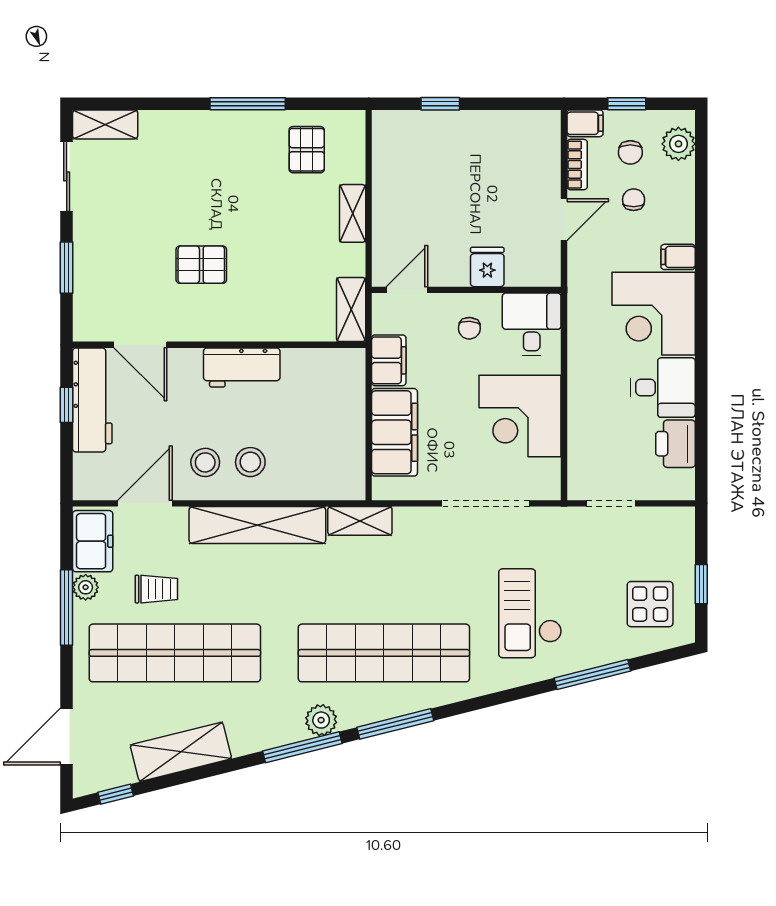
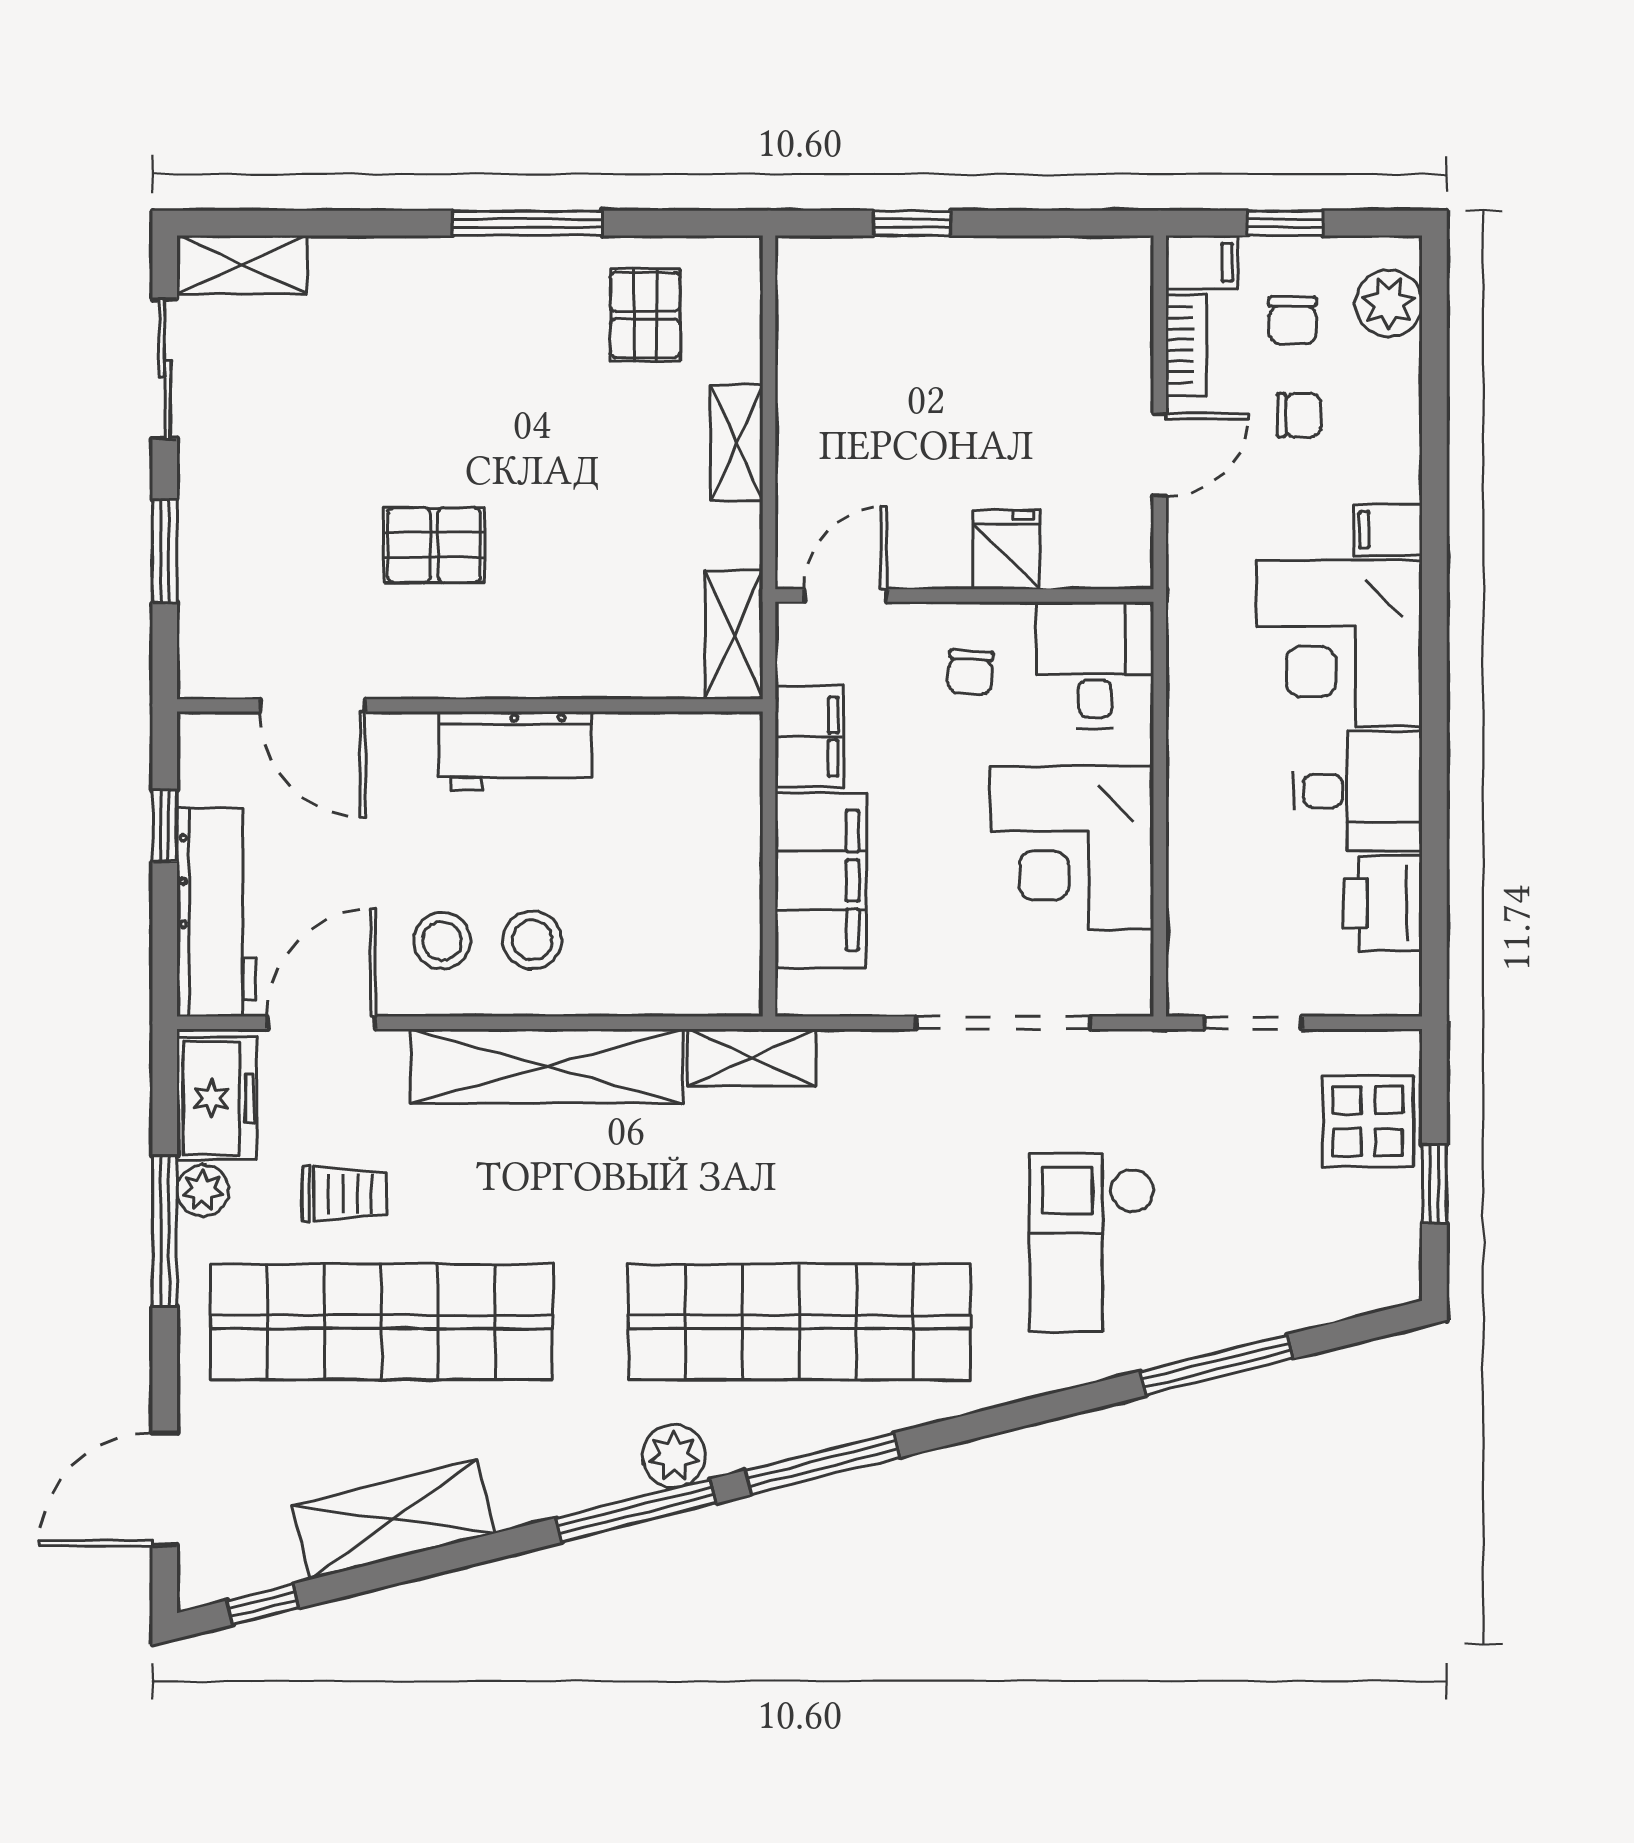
chair: (634, 200) -> (1299, 415), turned 90
workbench: (92, 400) -> (216, 912), moved
display table: (650, 604) -> (1368, 1121), moved

